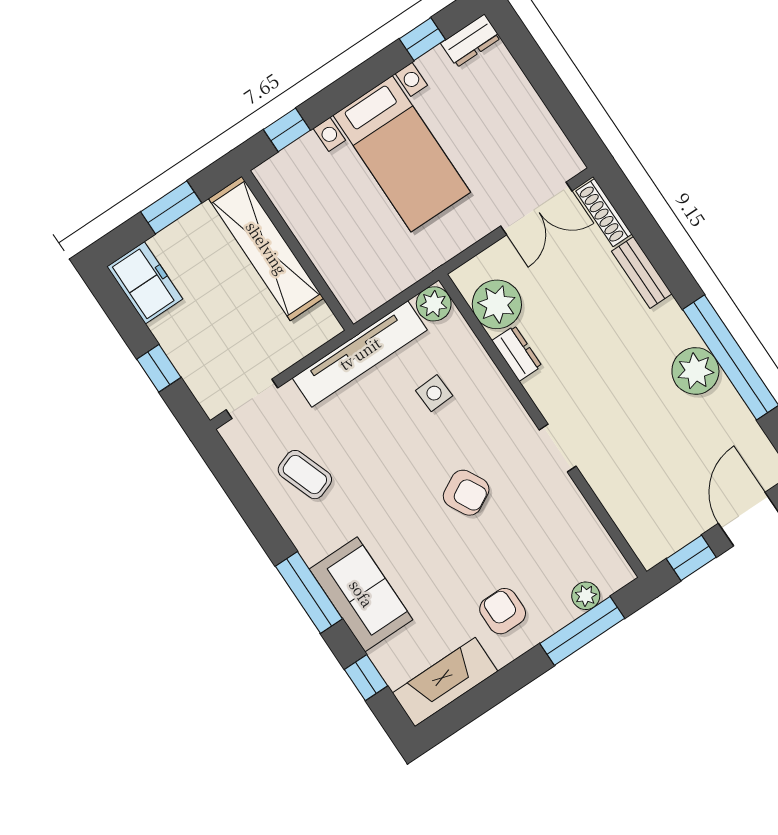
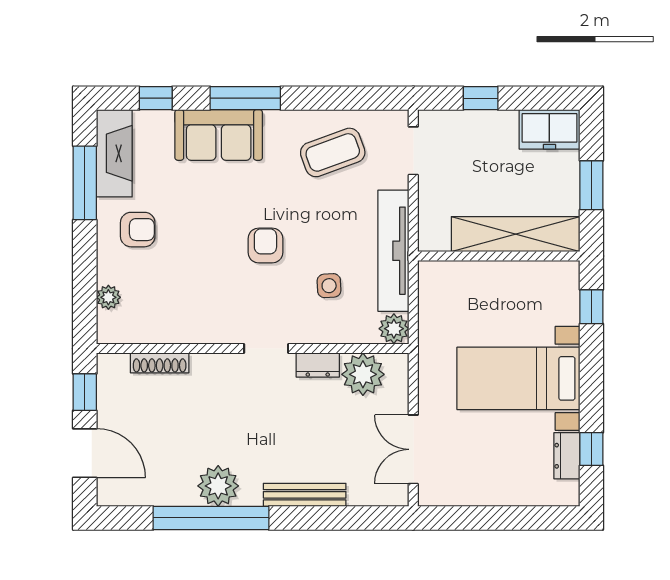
dresser: (471, 41) -> (567, 456), moved
shoe rack: (604, 213) -> (160, 363), moved, turned 180
bench: (642, 272) -> (305, 495), width x1.36
doorway: (558, 448) -> (266, 349), moved
coffee table: (305, 475) -> (333, 152), width x1.36, depth x1.30
armchair: (466, 493) -> (265, 246), moved, turned 118
window: (582, 631) -> (85, 183), moved

